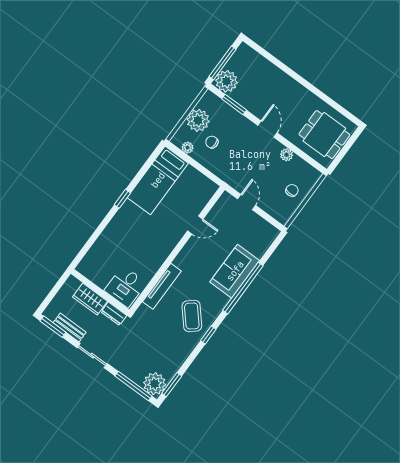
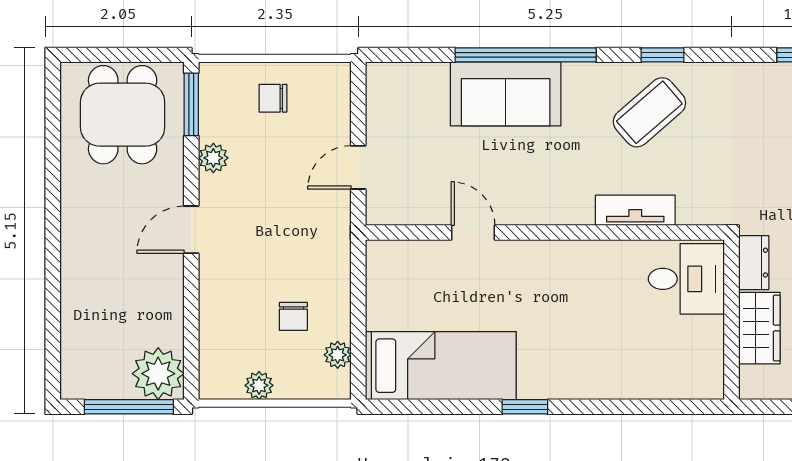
window: (234, 104) -> (191, 104), moved
plant: (198, 120) -> (259, 385), width x0.53, depth x0.53
tv unit: (162, 286) -> (635, 210), width x0.71

